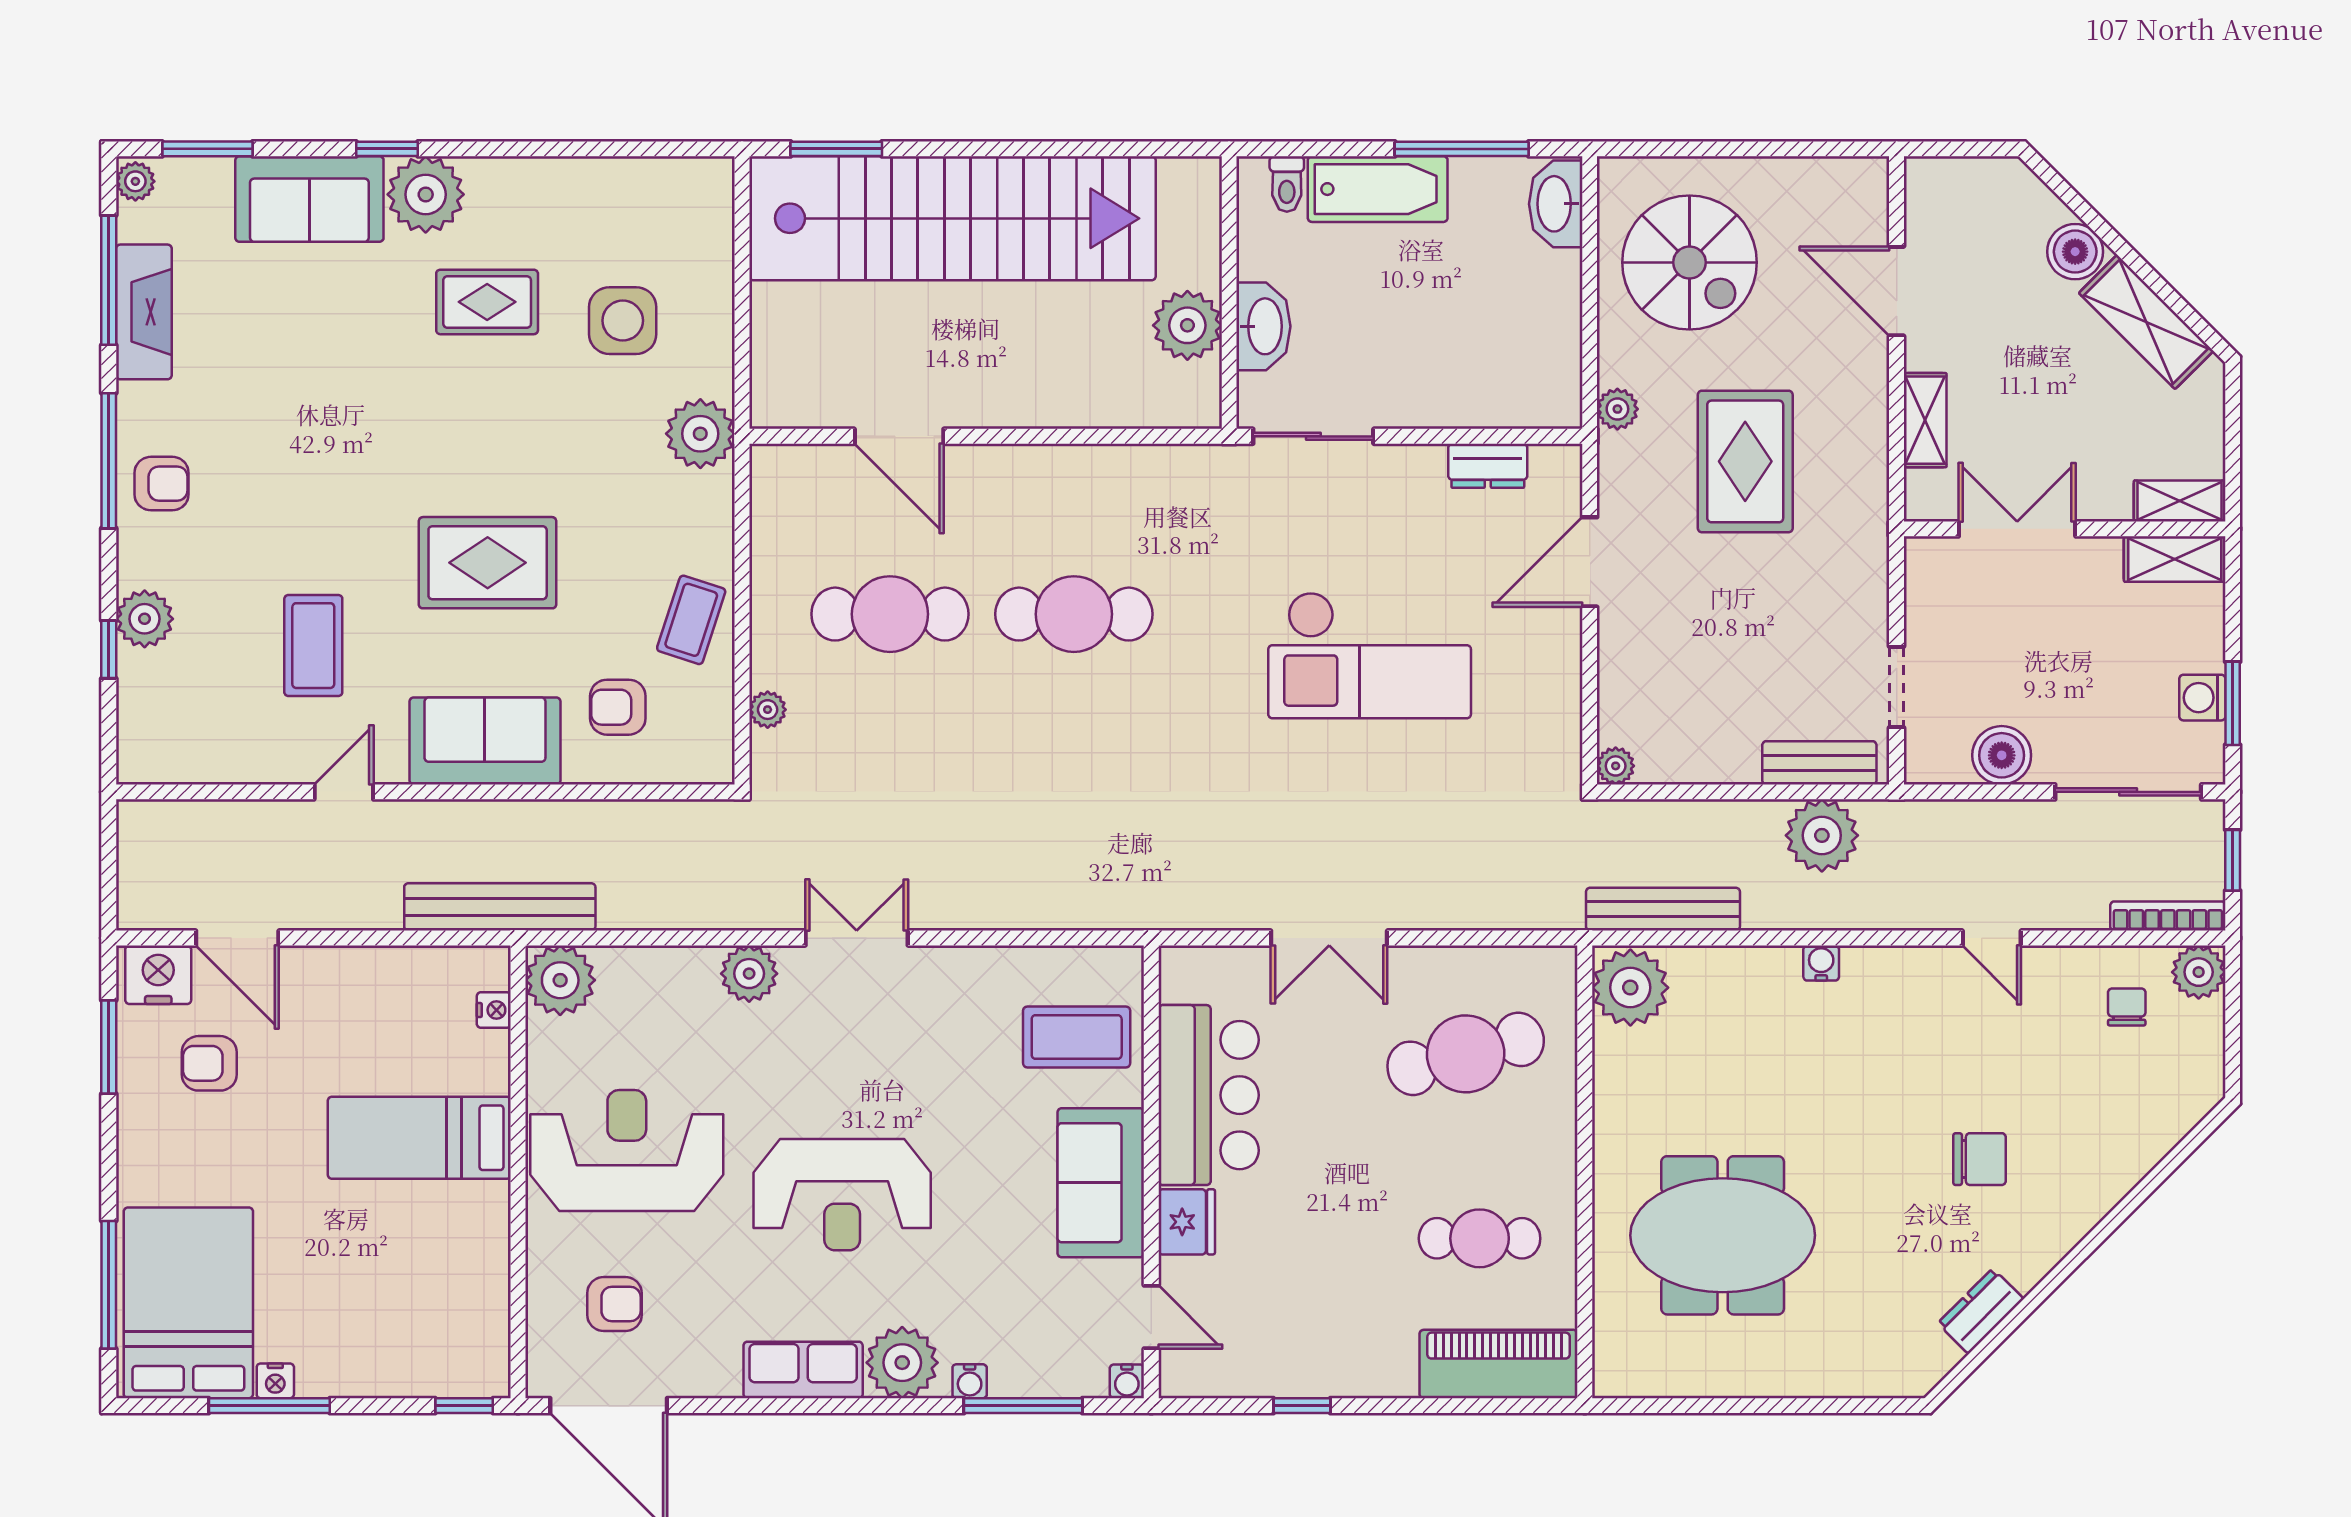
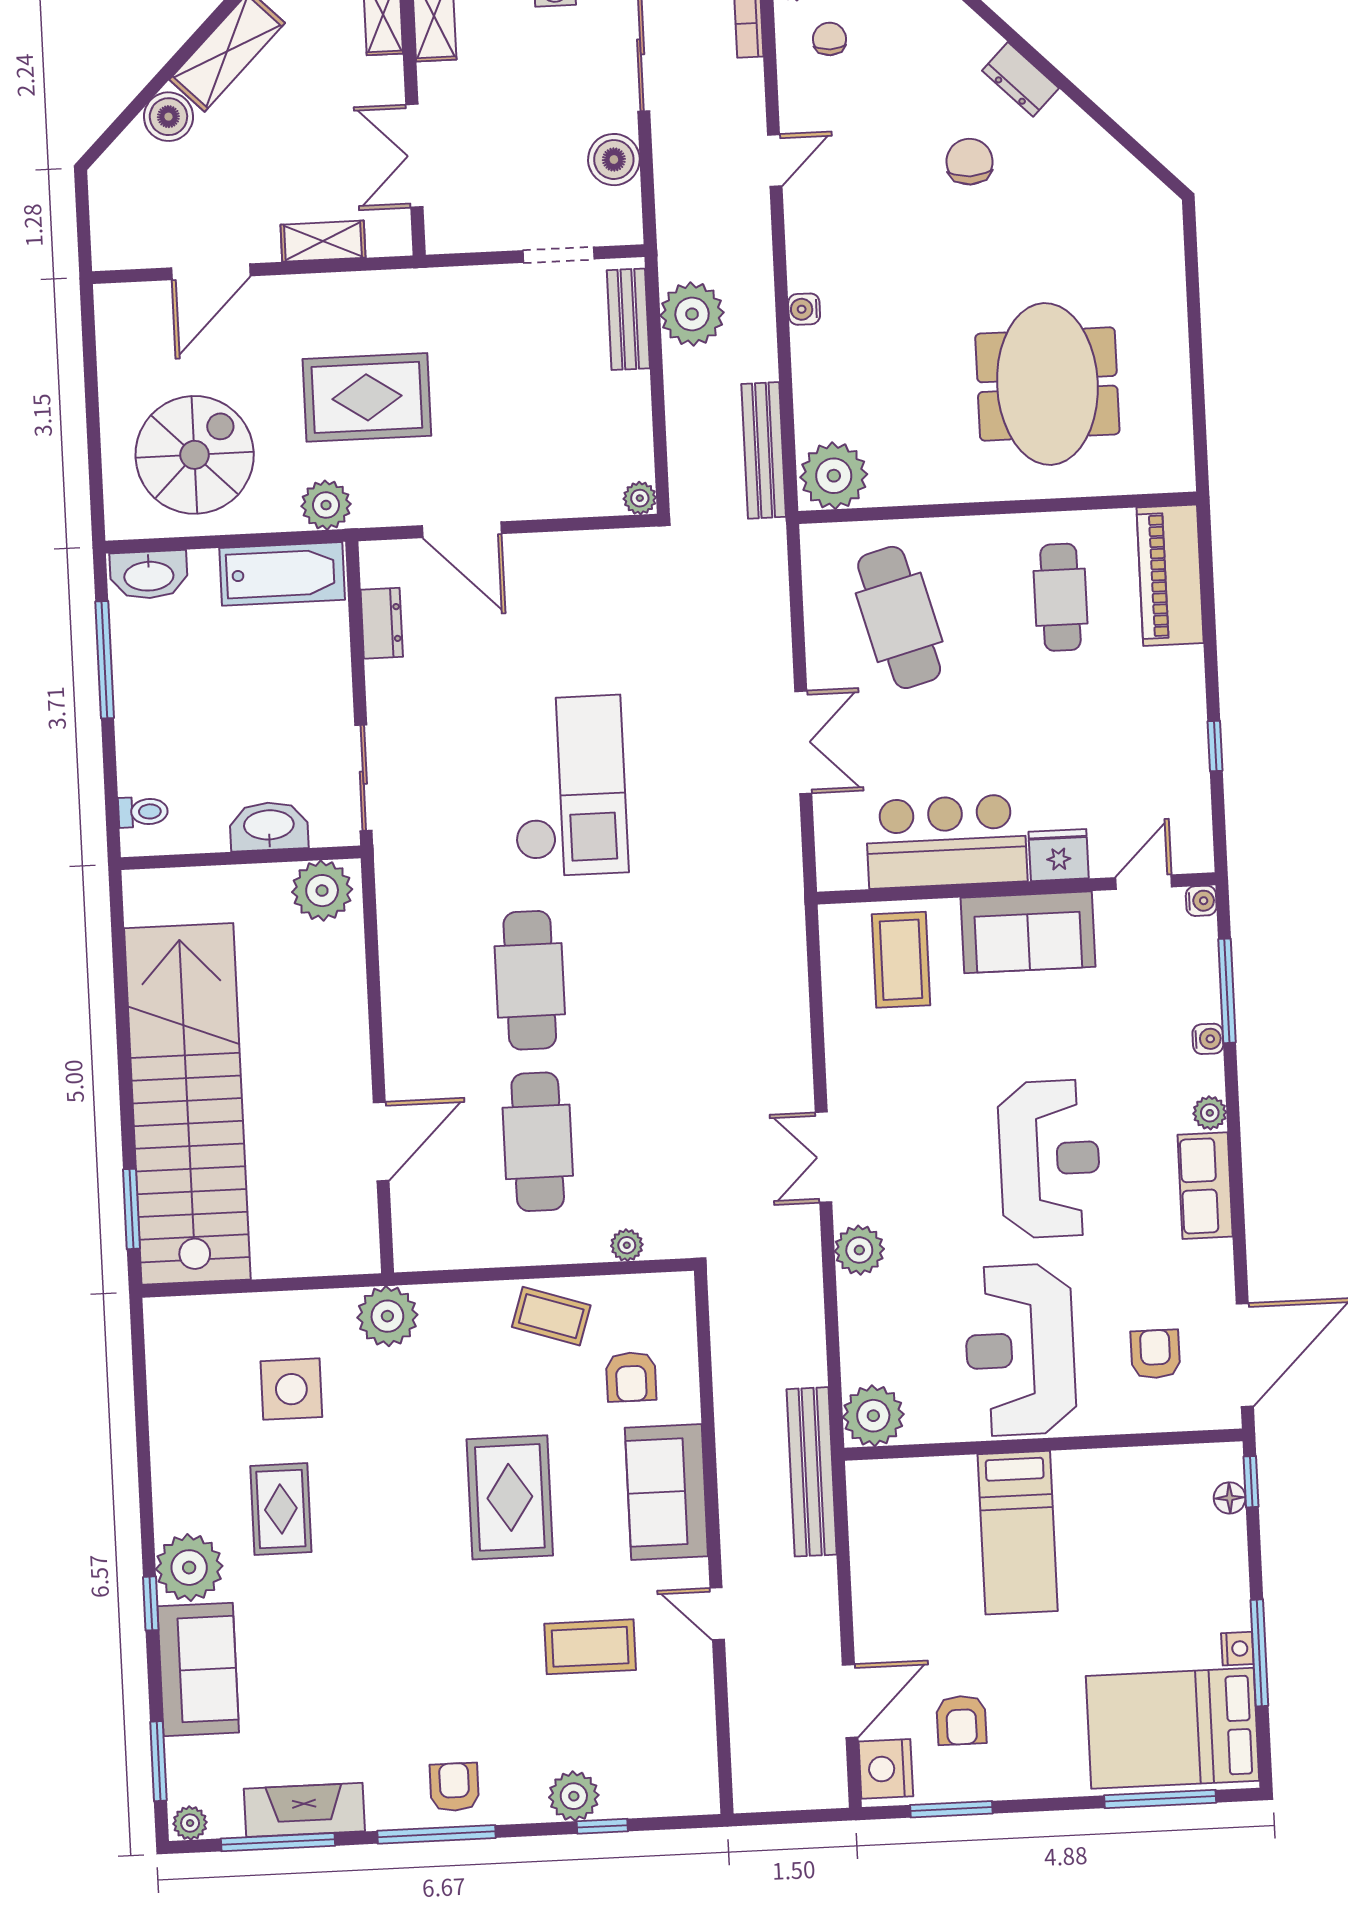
bathtub: (1378, 189) -> (282, 574), moved, turned 90
plant: (1187, 325) -> (322, 891), moved
plant: (1617, 409) -> (326, 505), width x1.38, depth x1.38
checkout: (1370, 655) -> (569, 786), moved
chair: (2127, 1007) -> (830, 39), turned 90
nightstand: (494, 1010) -> (902, 1473), removed
dresser: (1981, 1311) -> (1020, 79), moved
plant: (902, 1363) -> (1210, 1113), width x0.53, depth x0.53
floor lamp: (447, 1380) -> (1230, 1498), added

